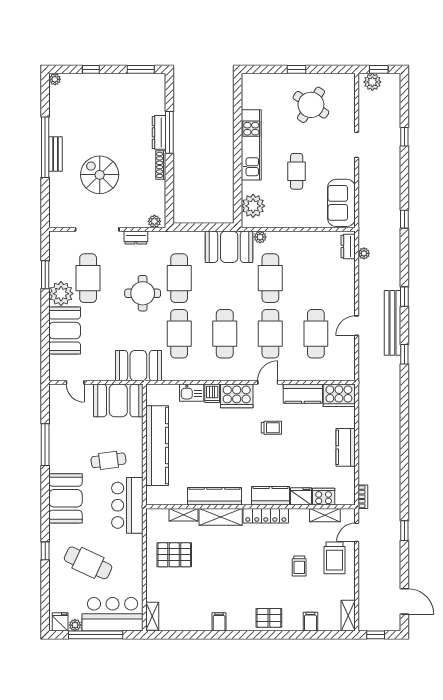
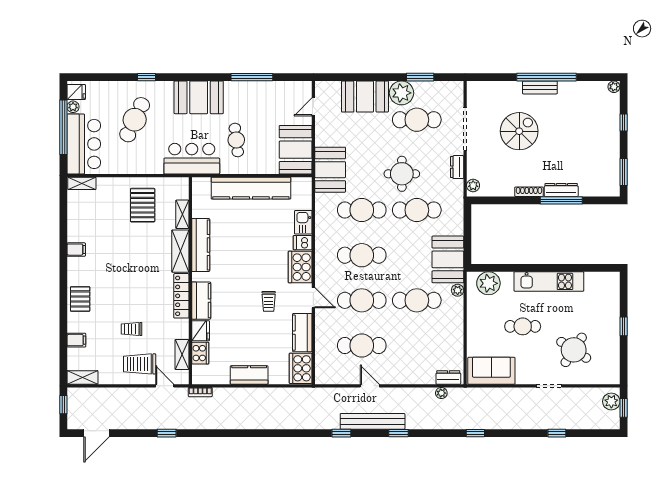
round table: (311, 105) -> (574, 350), moved

